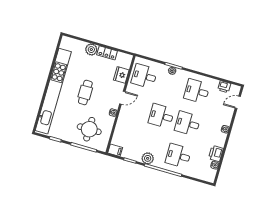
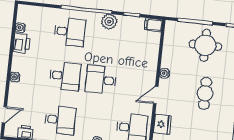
desk: (161, 116) -> (101, 80), turned 180
round table: (89, 129) -> (205, 45), moved

